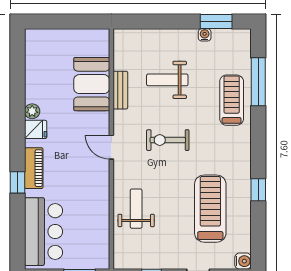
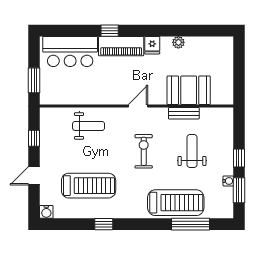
window: (176, 21) -> (239, 158), added
treadmill: (232, 100) -> (176, 203), width x1.37, depth x1.38
plant: (32, 111) -> (178, 42), moved
piano: (34, 168) -> (121, 46), width x1.37, depth x1.33

